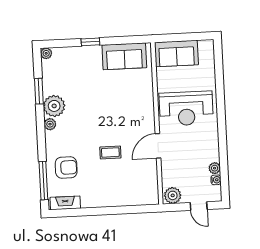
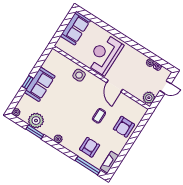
sofa: (176, 54) -> (75, 28), moved
sofa: (124, 56) -> (40, 84), moved
side table: (141, 96) -> (79, 75), added
plant: (54, 106) -> (36, 121), moved
reception desk: (186, 108) -> (105, 55), turned 180
armchair: (118, 191) -> (124, 127), added

